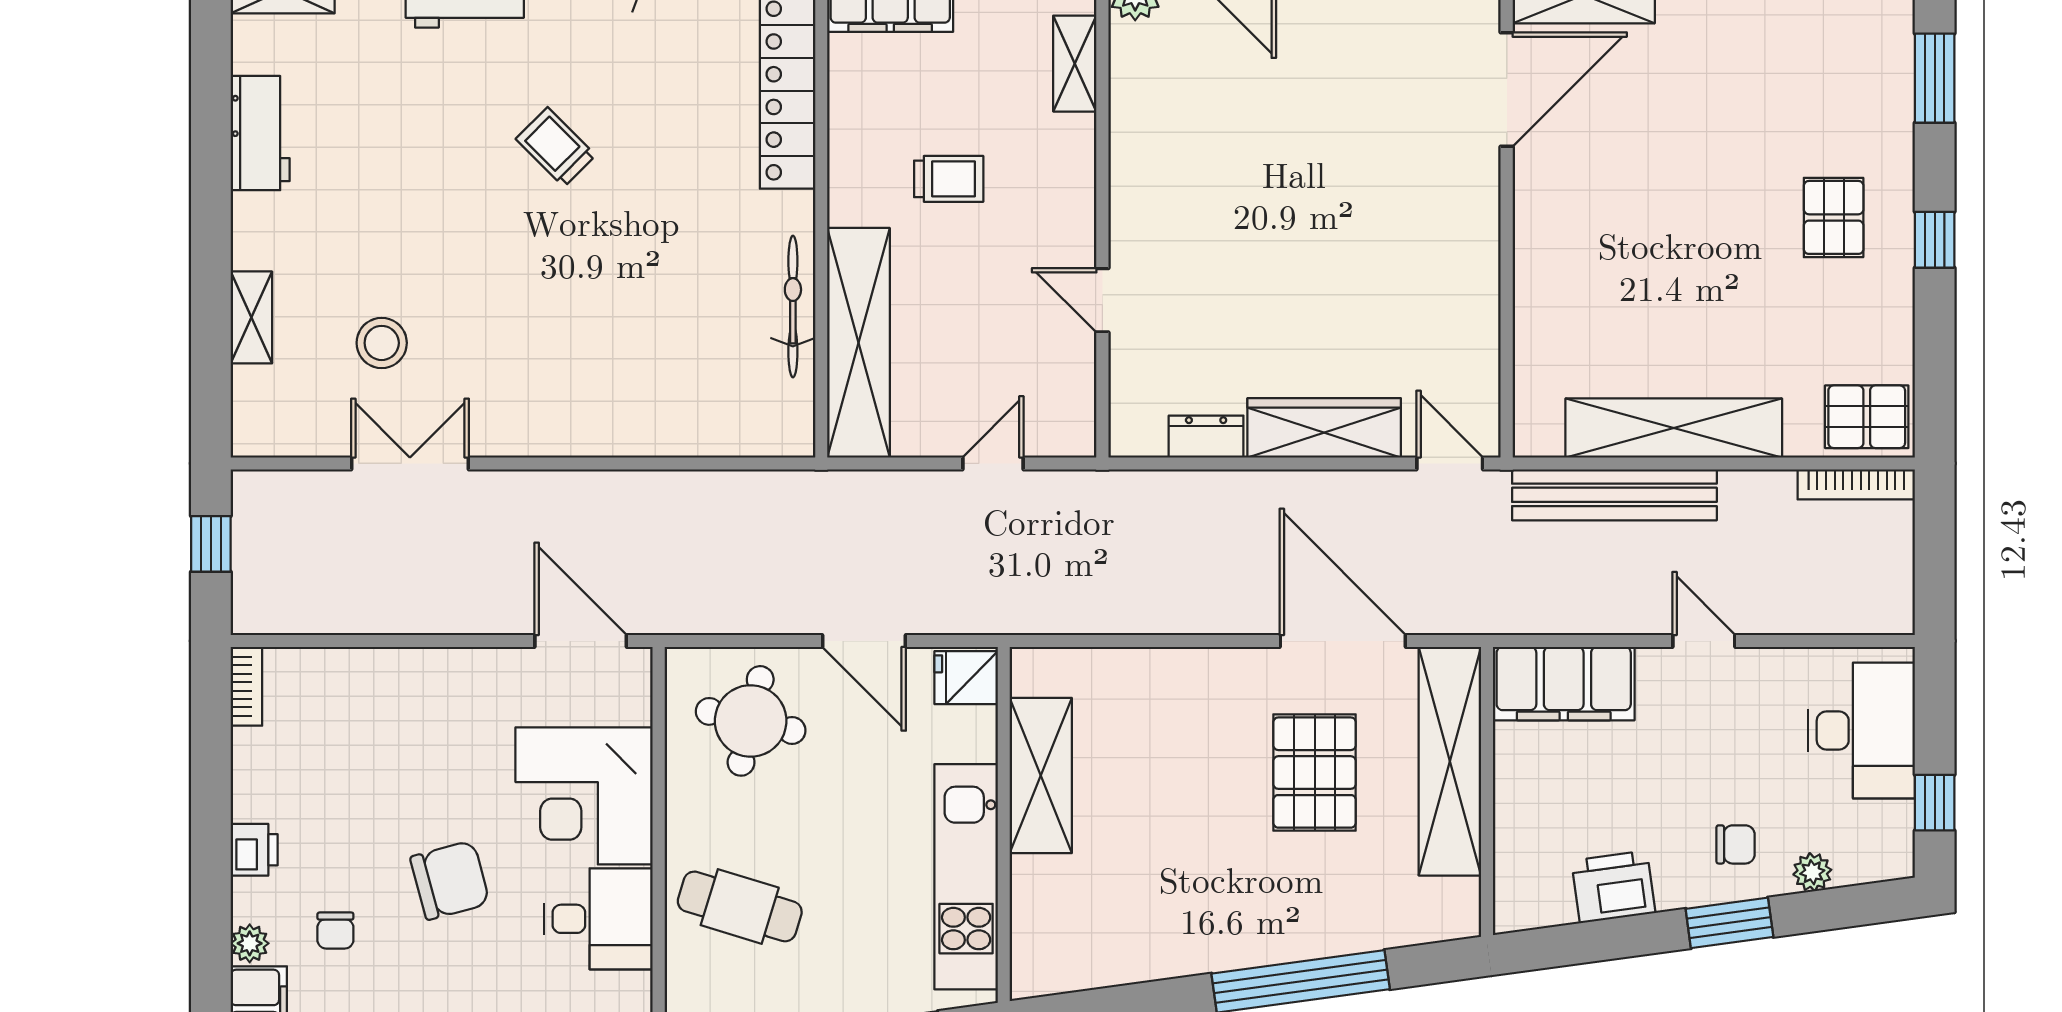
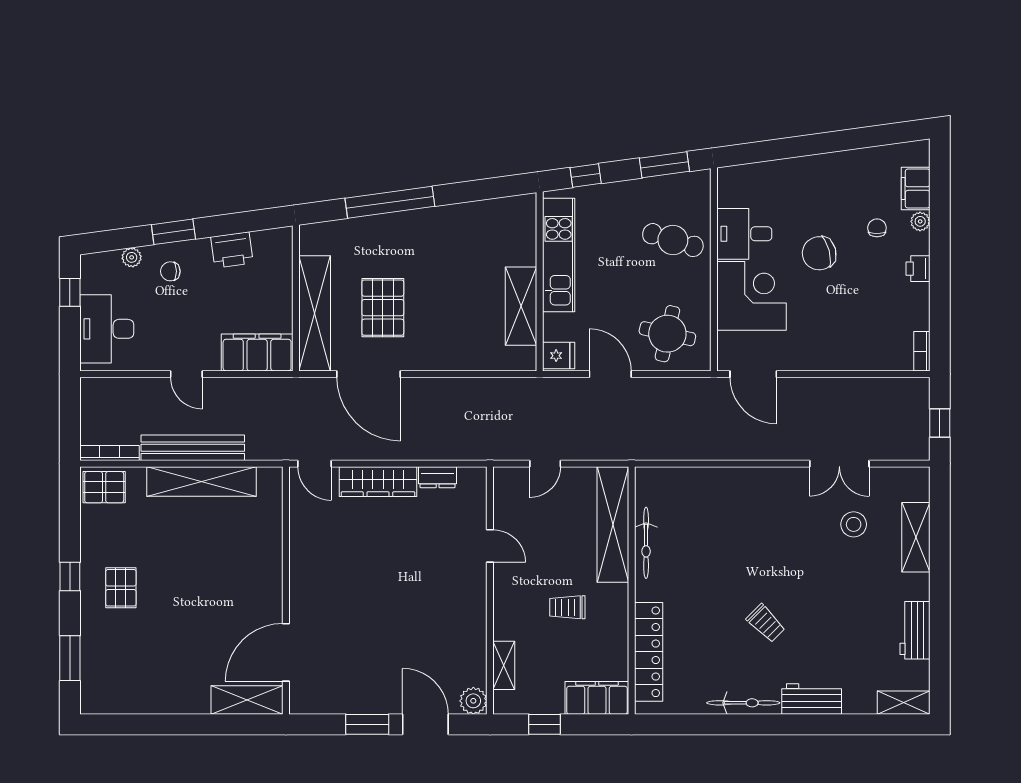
shelving: (251, 317) -> (916, 537), width x1.50, depth x1.33
bench: (1614, 495) -> (193, 448), moved

